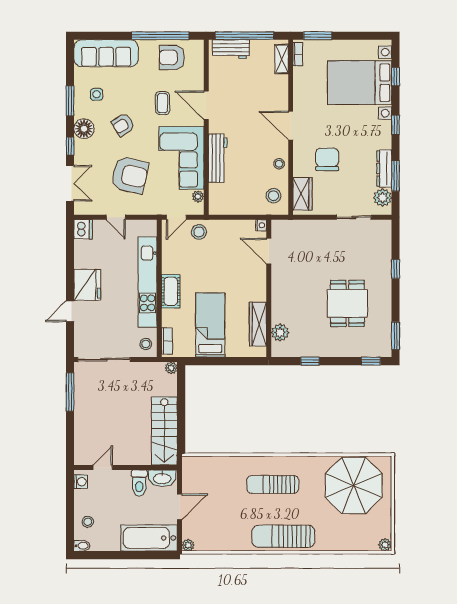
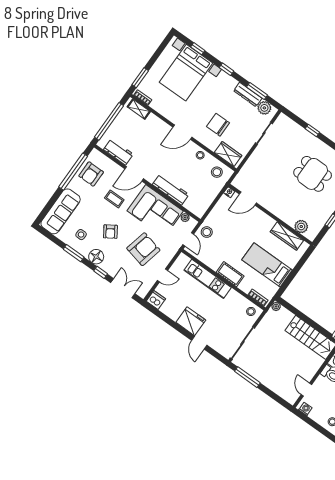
workbench: (231, 49) -> (118, 152), moved, turned -90
kitchen unit: (148, 282) -> (208, 279), width x0.73

